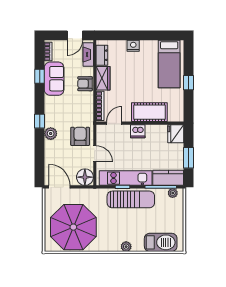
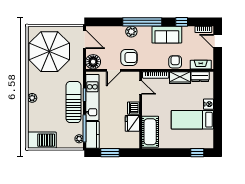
door: (75, 35) -> (218, 41), moved
bed: (169, 64) -> (192, 120), moved
sofa: (54, 79) -> (167, 35), moved
window: (188, 83) -> (197, 153), moved
cot: (149, 112) -> (150, 132), moved
window: (40, 121) -> (142, 22), width x3.17
fridge: (176, 134) -> (132, 123), moved, turned -90
door: (59, 187) -> (85, 39), hinge flipped
sun lounger: (131, 199) -> (74, 102), turned 180
barbecue: (161, 242) -> (42, 140), moved, turned -90

